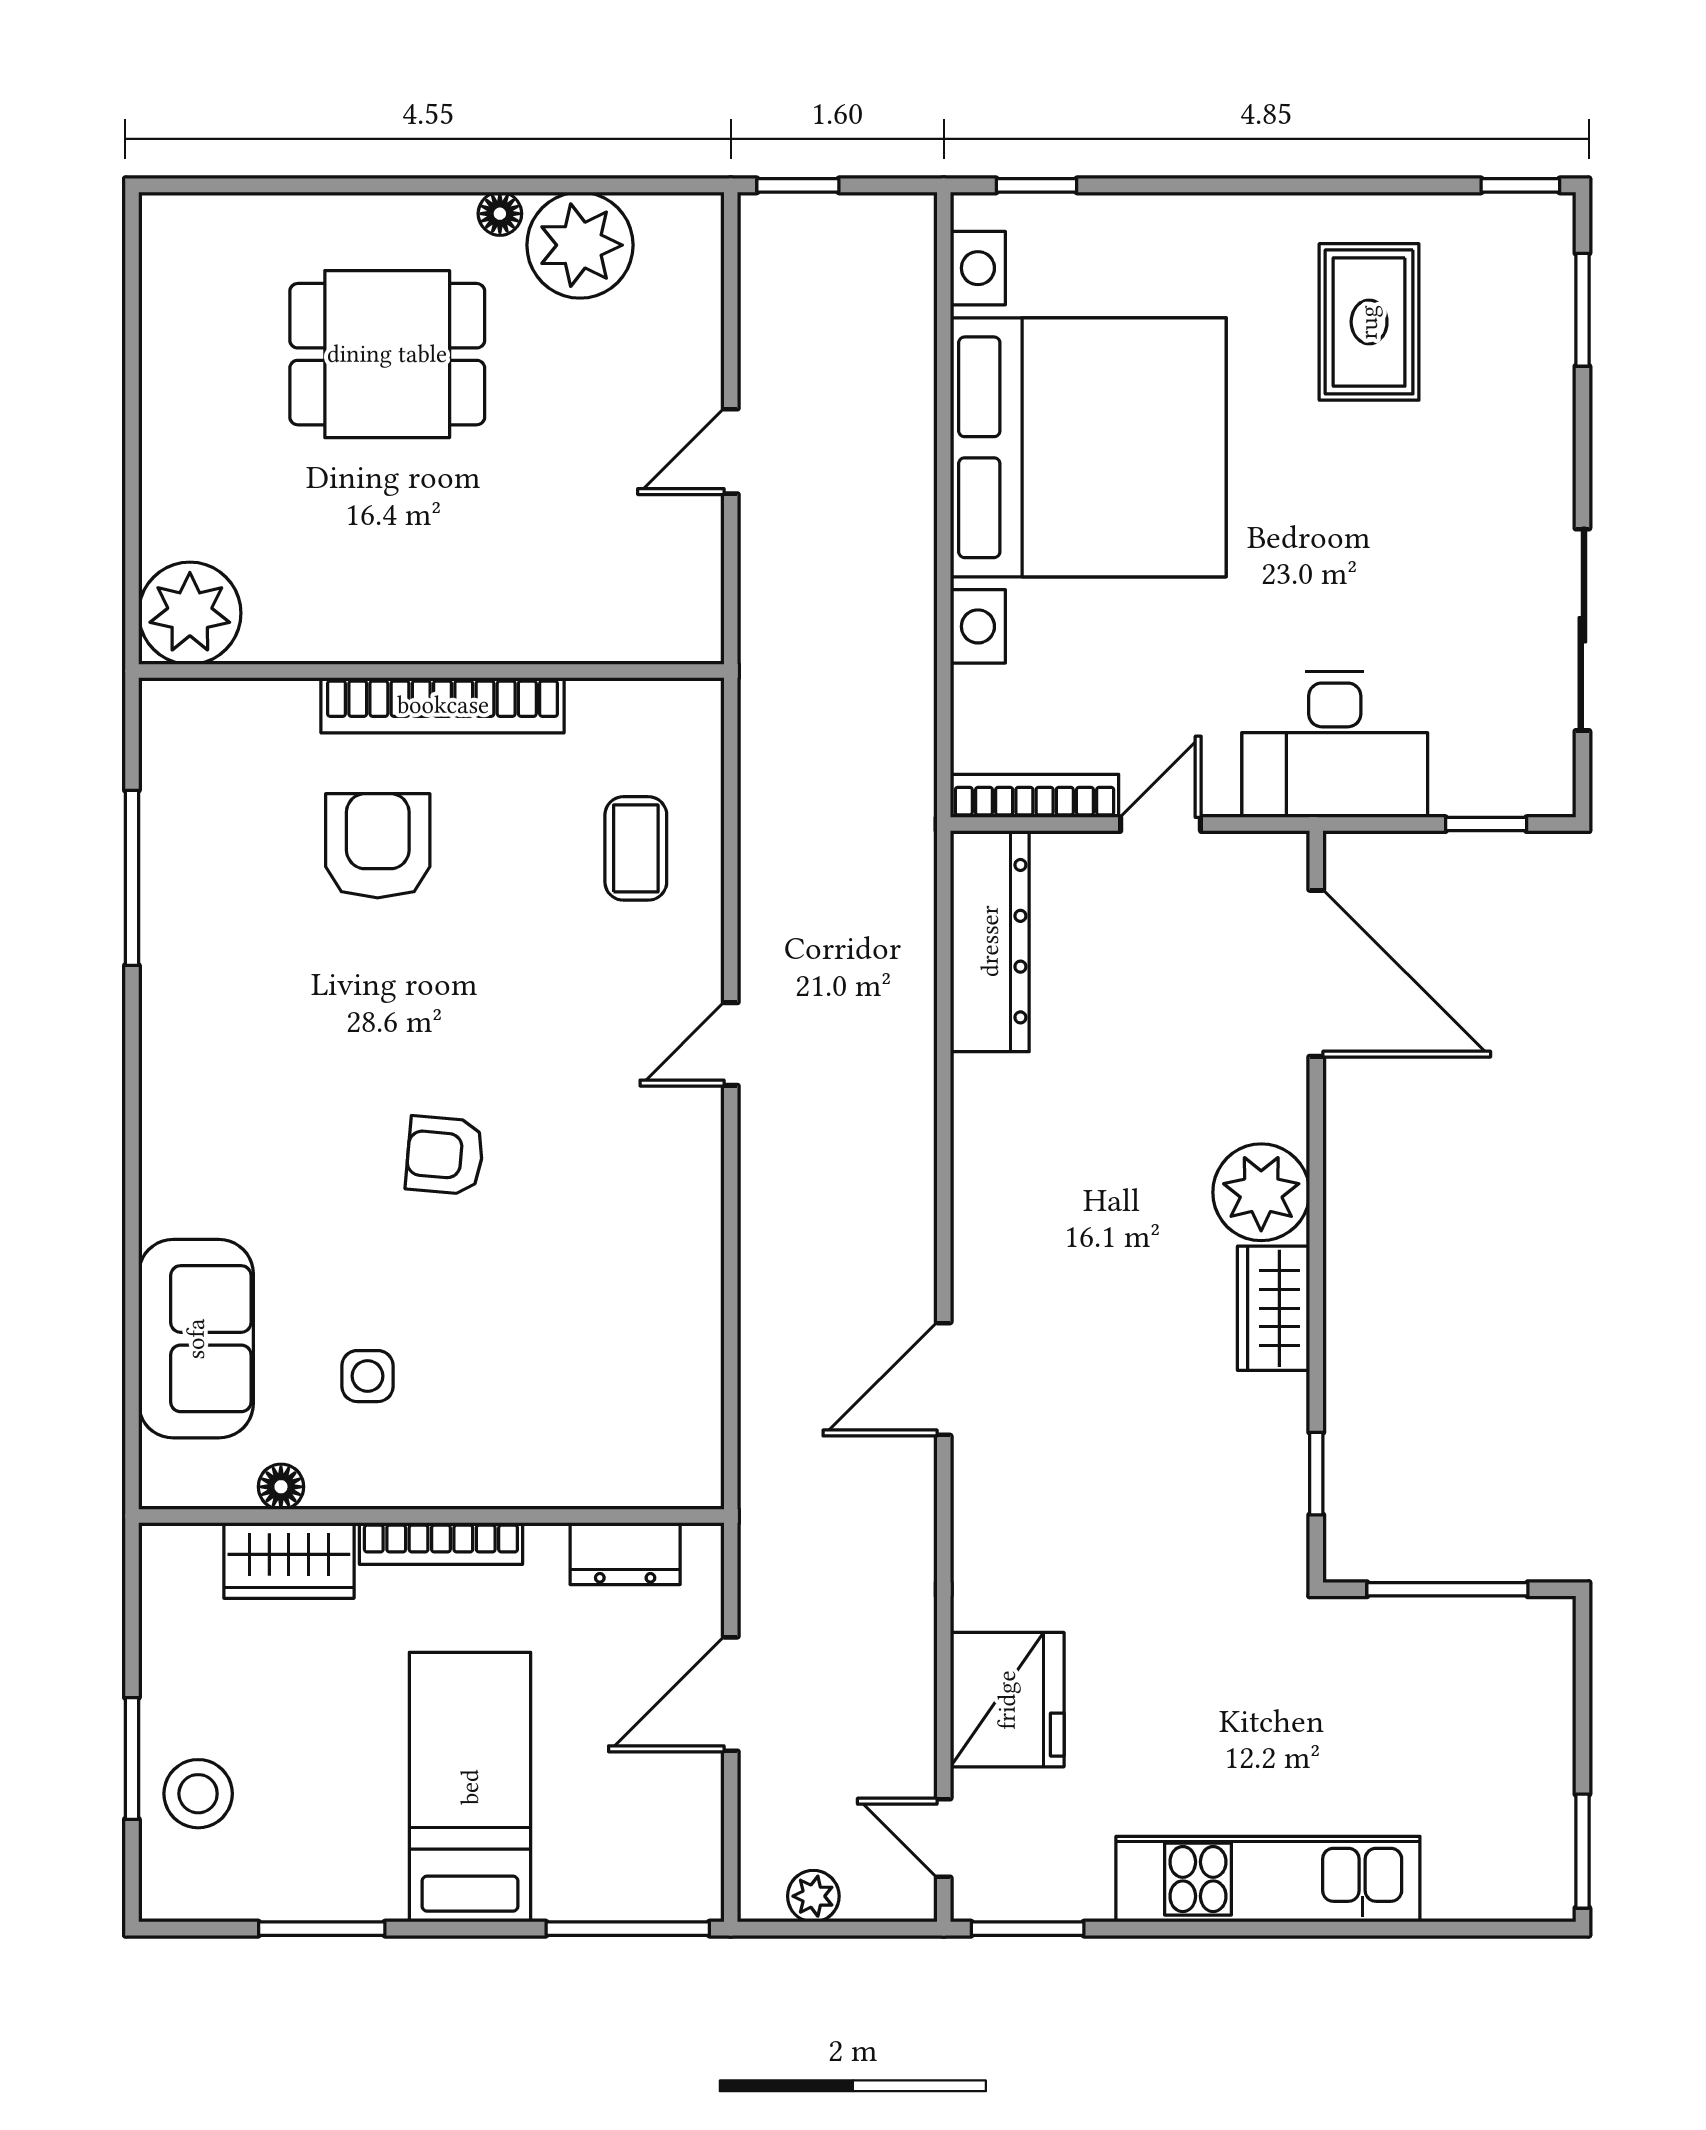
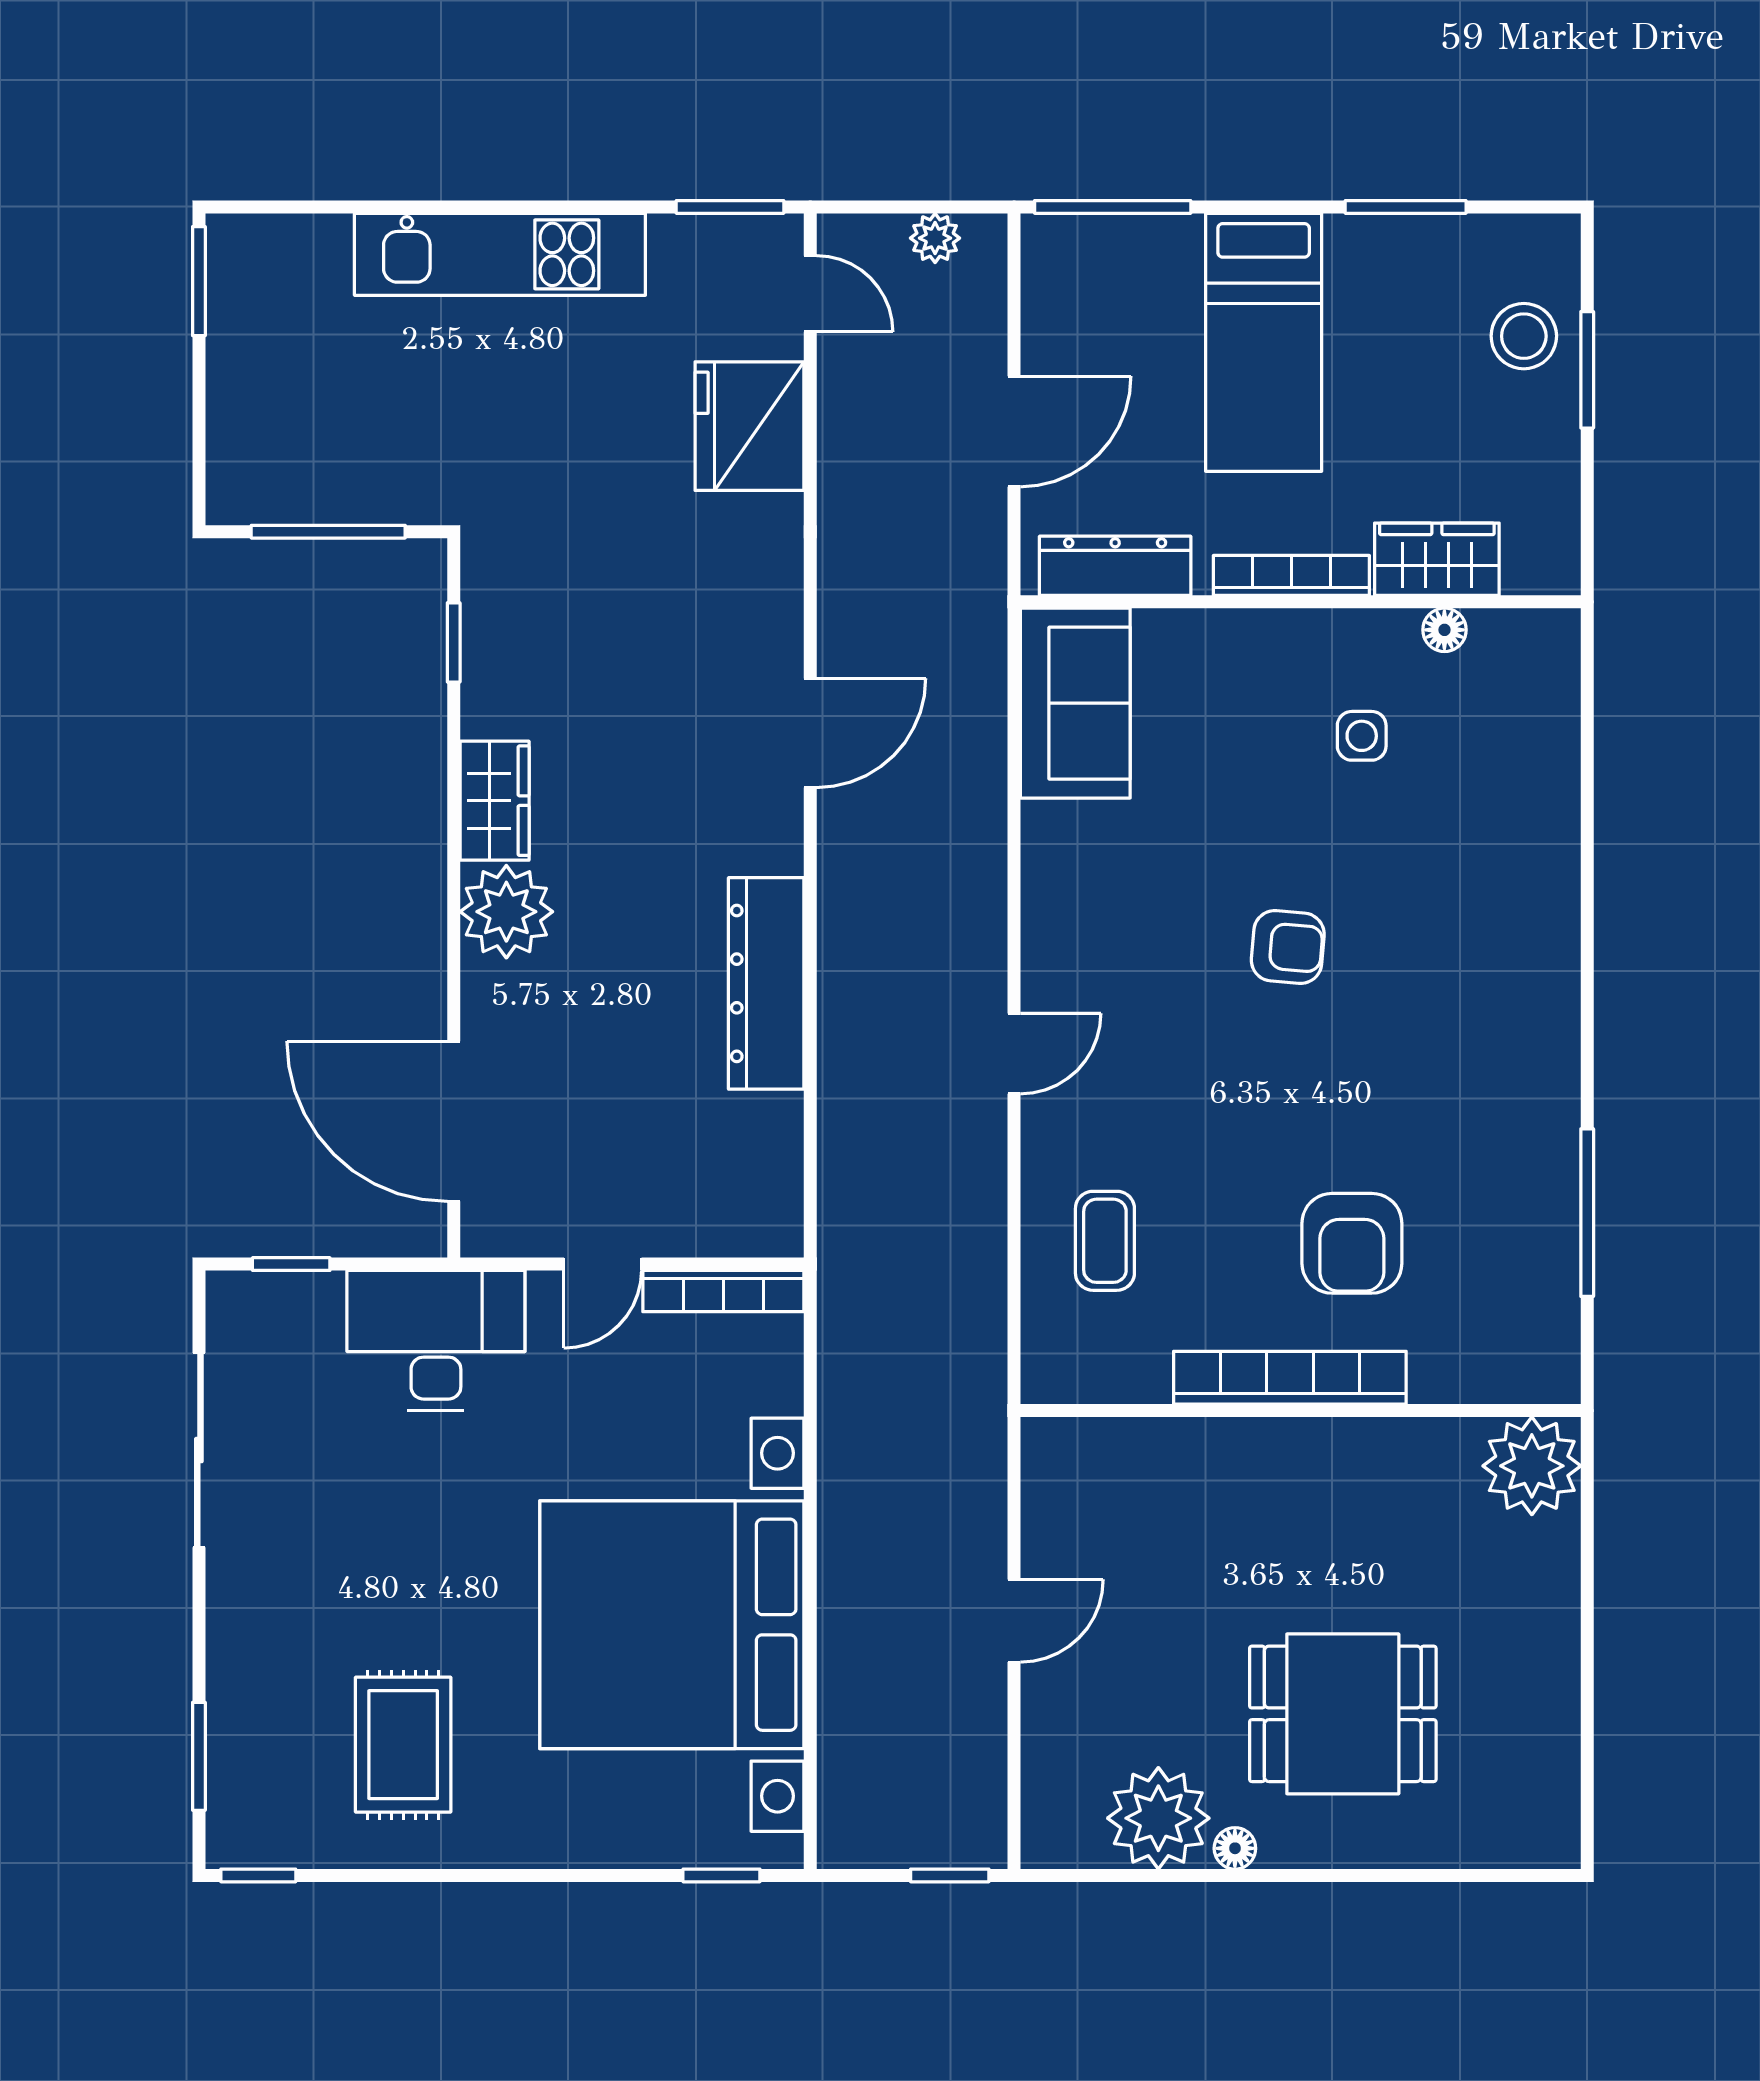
dresser: (990, 941) -> (766, 983), moved
sofa: (196, 1339) -> (1075, 703), moved, turned 180
dresser: (625, 1554) -> (1115, 566), width x1.44

